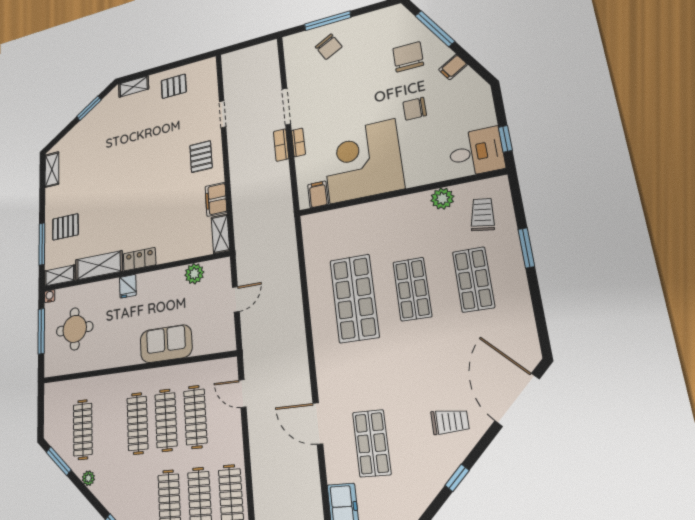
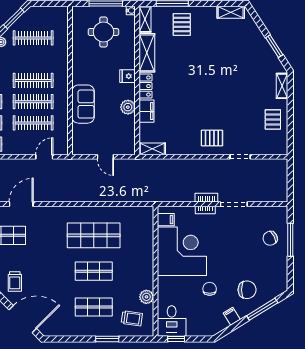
filing cabinet: (216, 199) -> (147, 111), moved, turned 90
plant: (194, 274) -> (128, 107), moved

